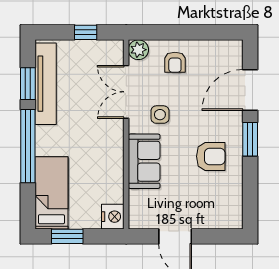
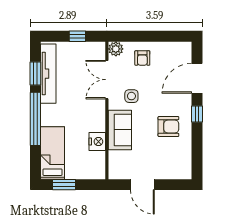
window: (250, 139) -> (197, 114), width x0.67
nightstand: (113, 217) -> (97, 142), moved

